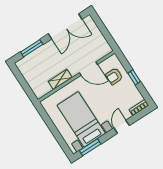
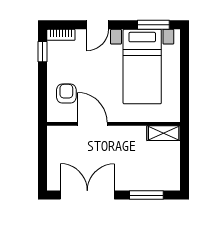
armchair: (114, 76) -> (66, 94), turned -90
window: (134, 77) -> (42, 52), moved
shelving: (60, 79) -> (164, 133), moved

